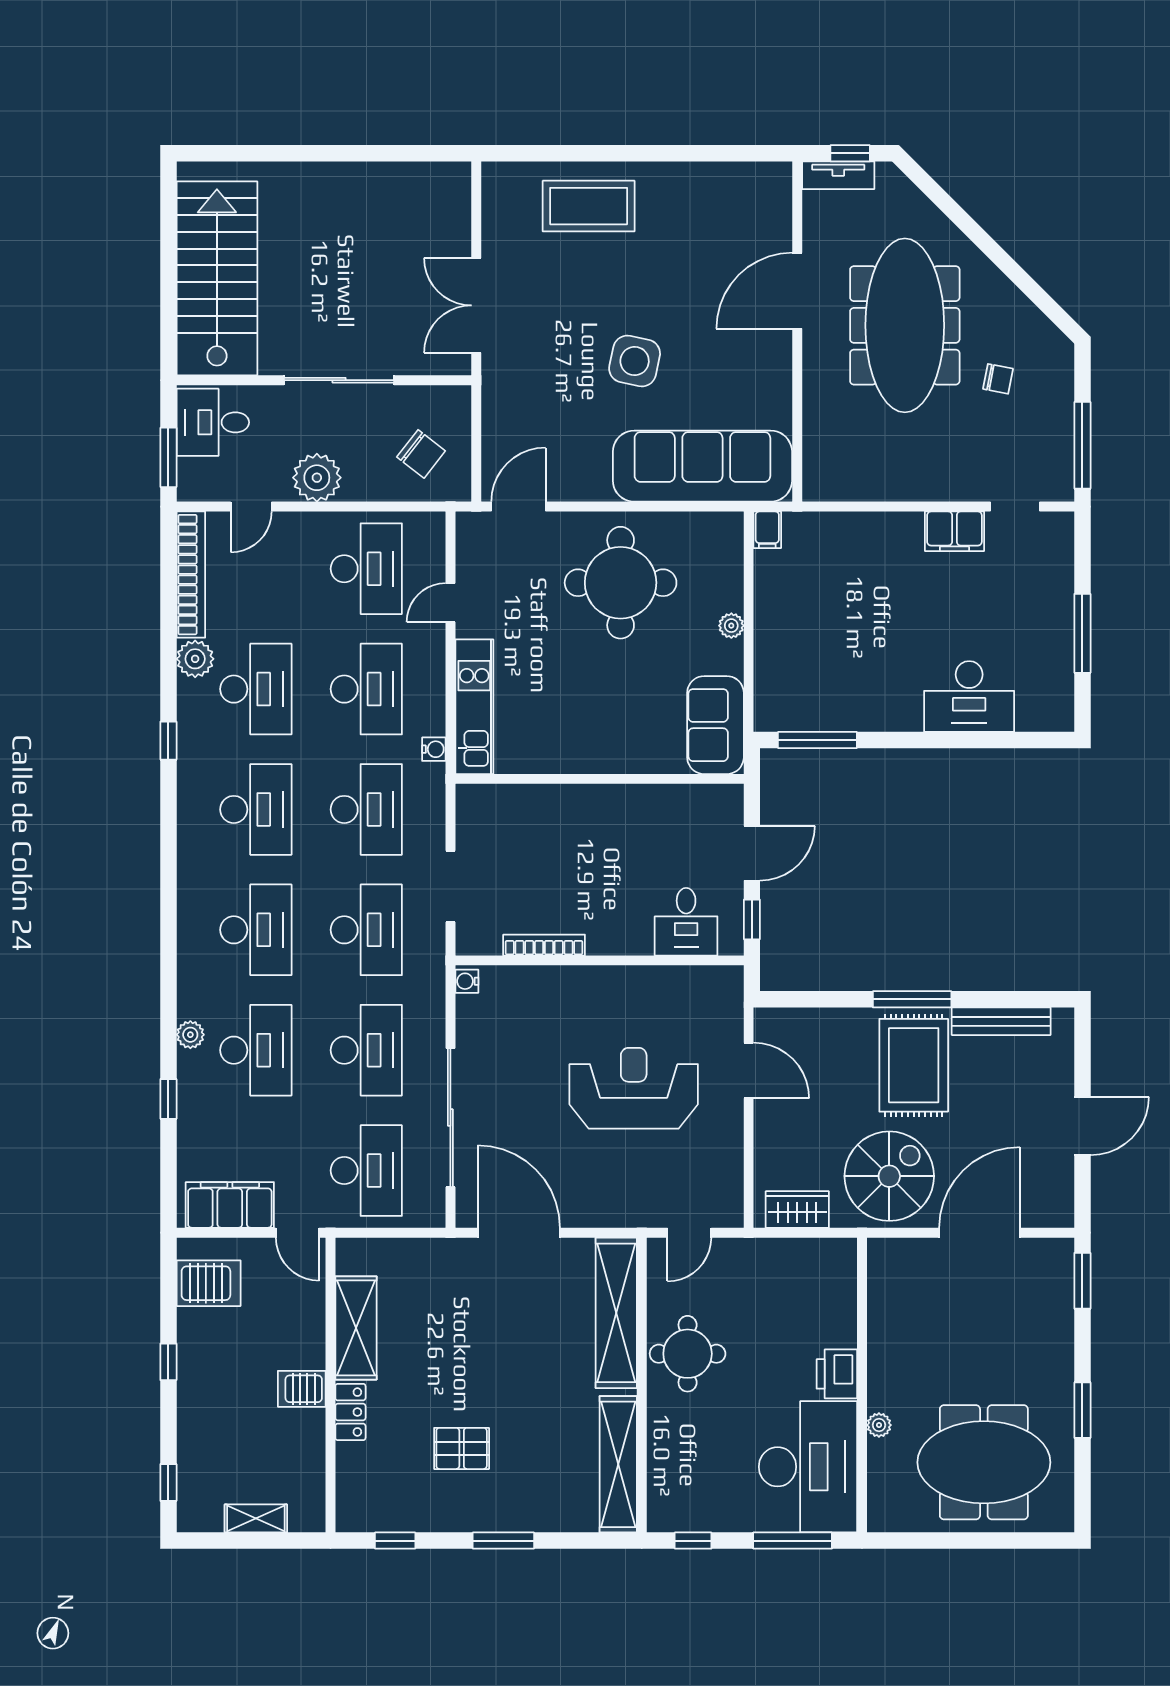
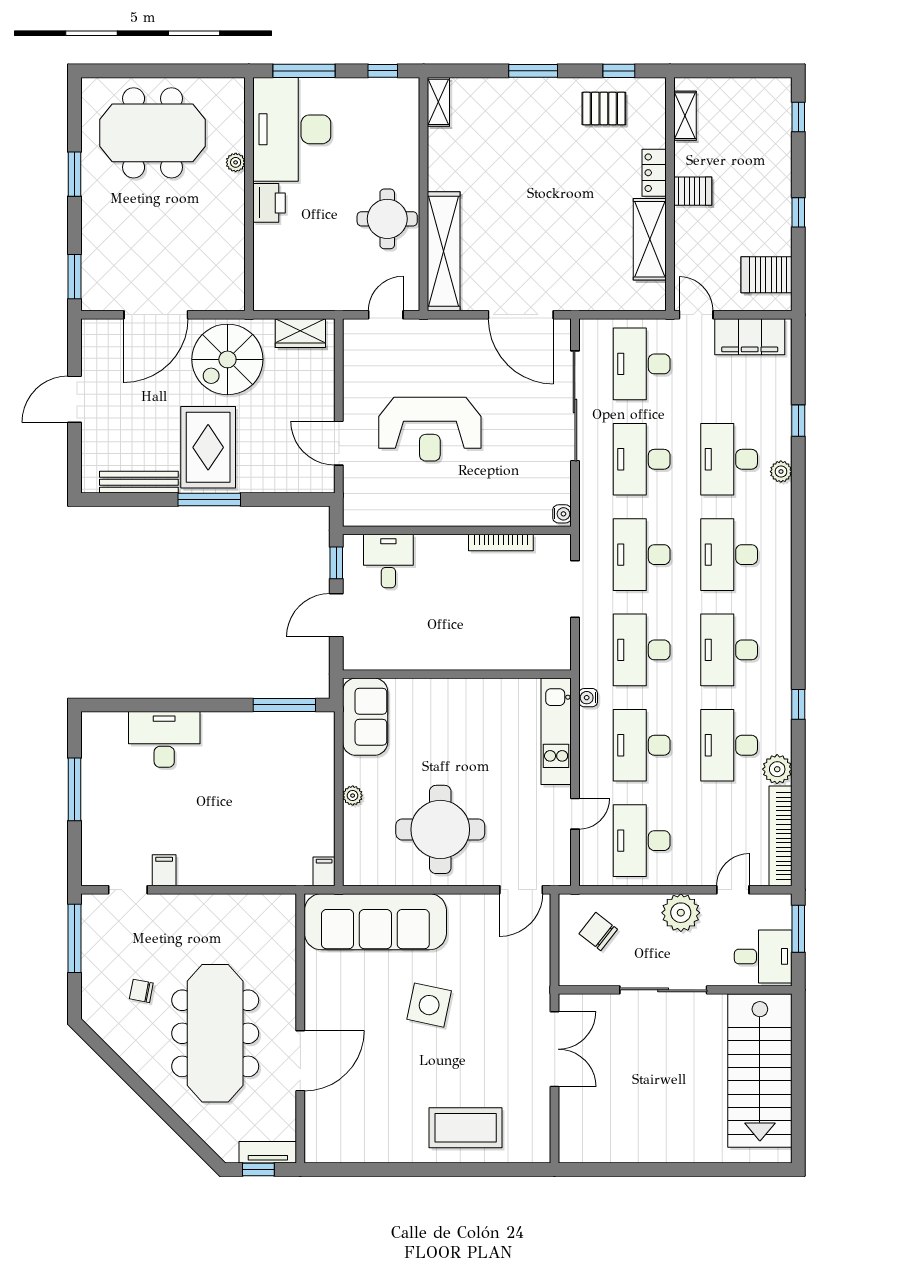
filing cabinet: (954, 531) -> (164, 870), width x0.50
pallet: (462, 1448) -> (604, 109), moved
shelving: (618, 1464) -> (438, 102), width x0.45, depth x0.75
shelving: (256, 1518) -> (685, 116), moved, turned 90

